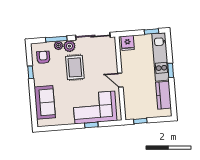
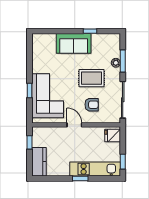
plant: (69, 46) -> (114, 74), removed
armchair: (43, 57) -> (92, 105), moved
door: (120, 80) -> (74, 125), hinge flipped
kitchen counter: (164, 95) -> (39, 162), moved, turned 90
sofa: (45, 102) -> (74, 43), moved

